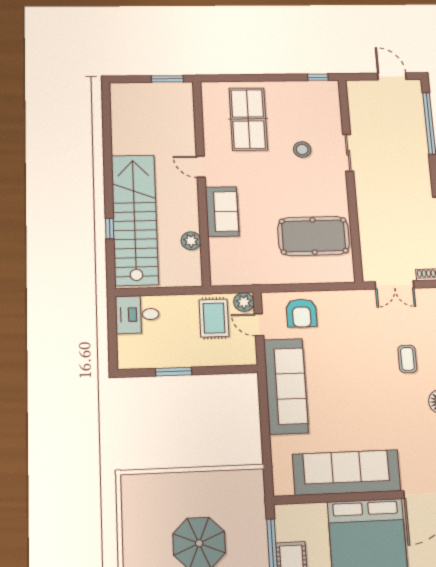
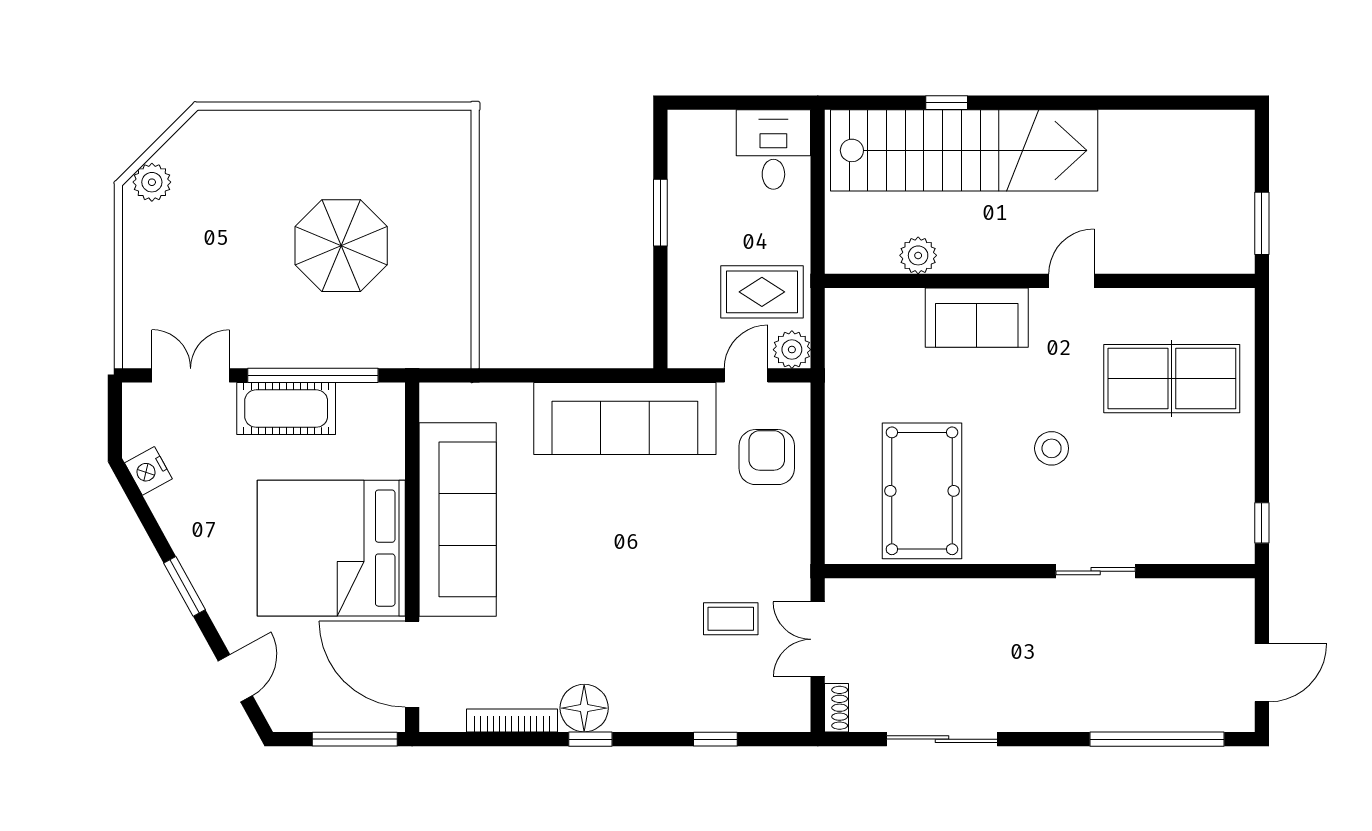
stool: (302, 149) -> (1052, 448), moved
armchair: (301, 313) -> (767, 457), turned 90
coffee table: (407, 359) -> (731, 619), moved

